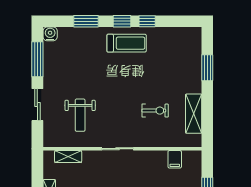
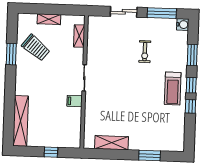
exercise bike: (155, 111) -> (145, 52), moved
weight bench: (80, 115) -> (114, 47), removed
filing cabinet: (175, 159) -> (75, 101), moved

